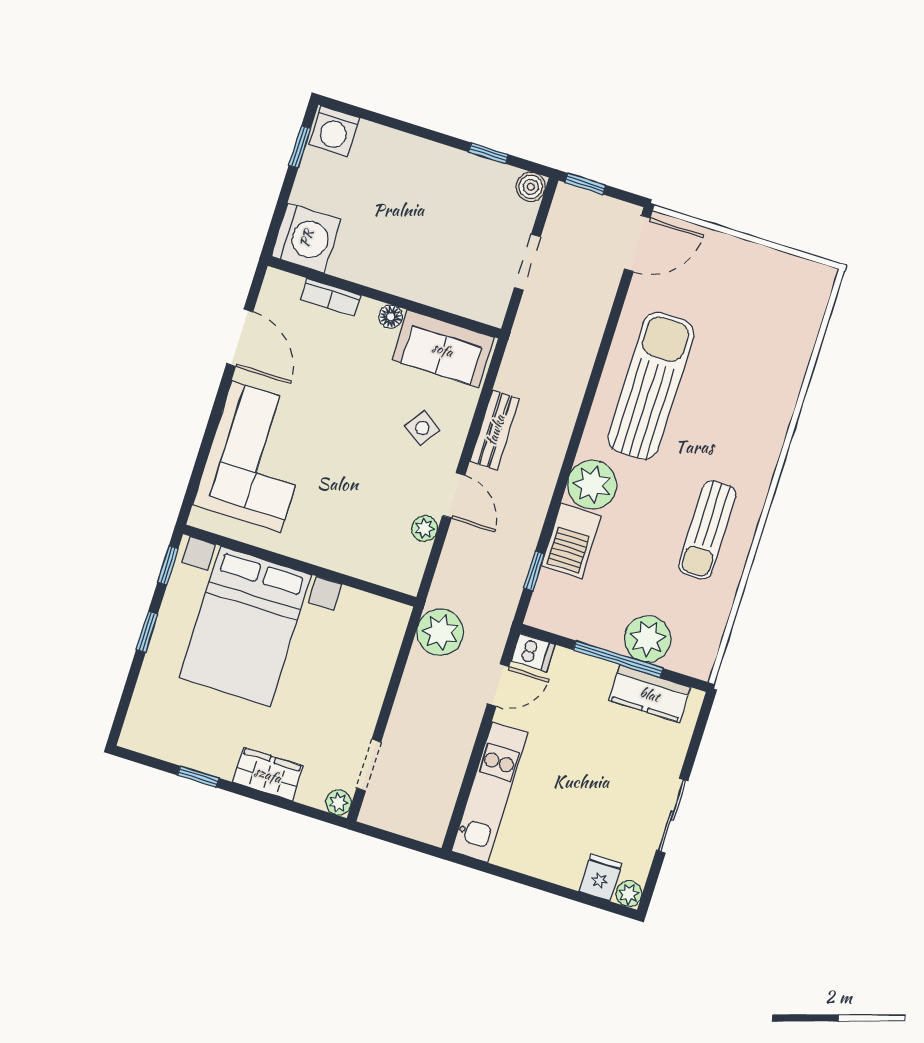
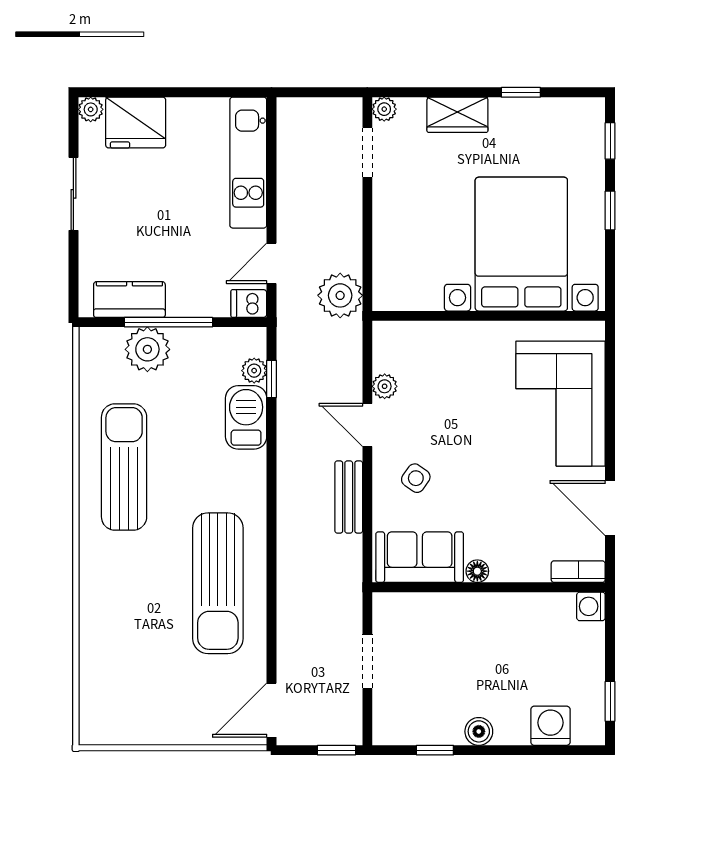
washing machine: (334, 131) -> (550, 726), moved
boiler: (531, 187) -> (479, 731), moved
washing machine: (306, 238) -> (591, 606), width x0.53, depth x0.53
bookcase: (331, 297) -> (578, 572), moved
plant: (592, 485) -> (254, 371), moved, width x0.53, depth x0.53
sun lounger: (707, 530) -> (124, 467), width x1.36, depth x1.34
window: (168, 565) -> (610, 141), moved
fridge: (600, 878) -> (136, 122), width x1.88, depth x1.34

